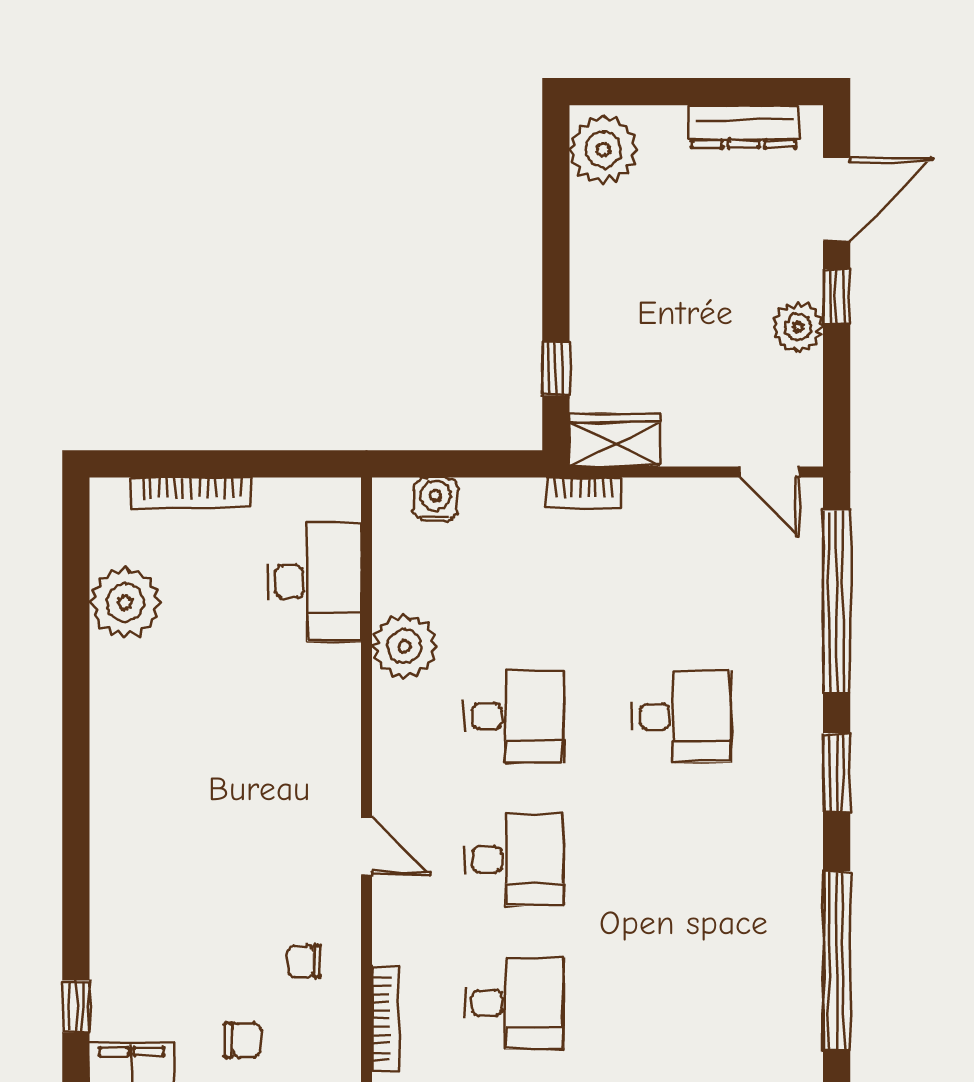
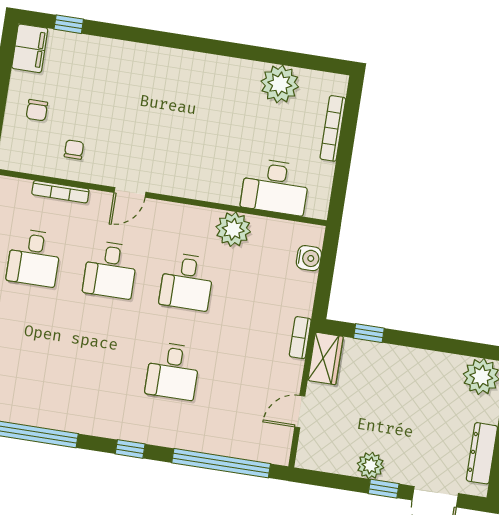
door: (770, 472) -> (300, 412), moved
window: (837, 772) -> (130, 449), width x0.67
bookcase: (385, 1018) -> (60, 192), moved

